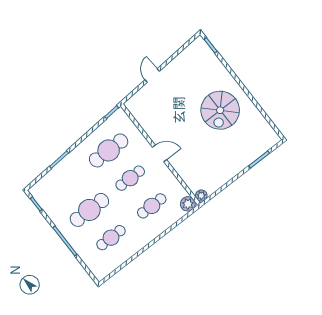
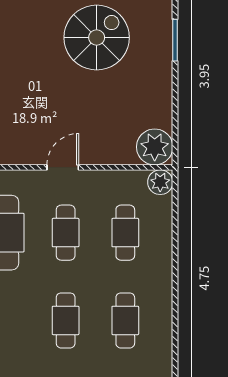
spiral stairs: (220, 110) -> (97, 38), moved, turned -90
plant: (201, 196) -> (155, 147), width x1.88, depth x1.88
cafe table: (89, 210) -> (66, 320), width x0.73, depth x0.74

